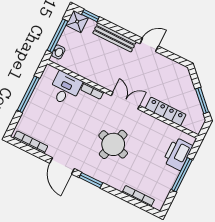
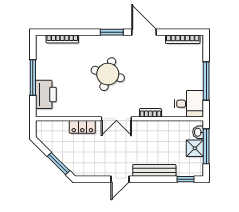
shower: (77, 22) -> (195, 148), moved
desk: (65, 88) -> (189, 104), moved, turned -90
window: (202, 101) -> (59, 164), moved
locker: (166, 111) -> (82, 127), width x0.66

